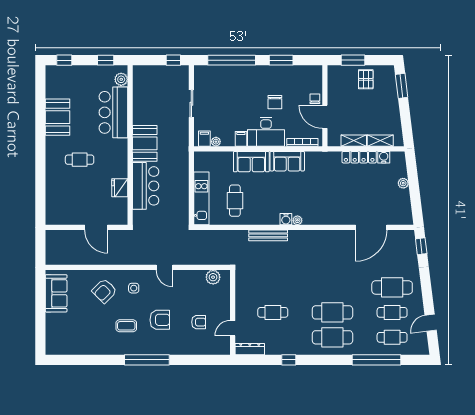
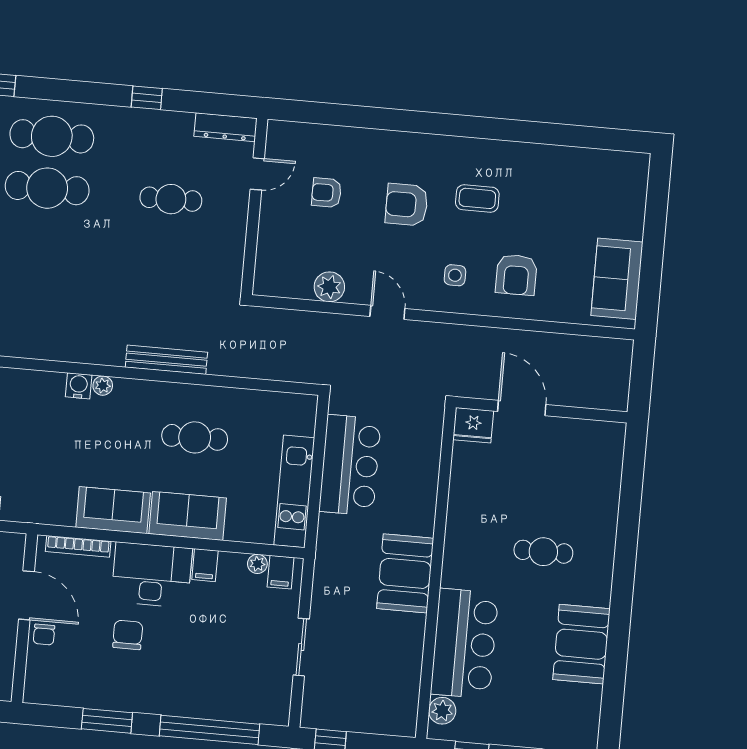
bar counter: (146, 186) -> (350, 465), moved, turned 180
fridge: (120, 188) -> (473, 425), moved, turned 90
kitchen unit: (201, 198) -> (294, 491), moved
cafe table: (235, 201) -> (195, 437), moved, turned 90
water cooler: (286, 219) -> (79, 386), moved
plant: (213, 277) -> (329, 287), moved
armchair: (104, 291) -> (516, 275), turned 135
window: (147, 360) -> (441, 124), removed

